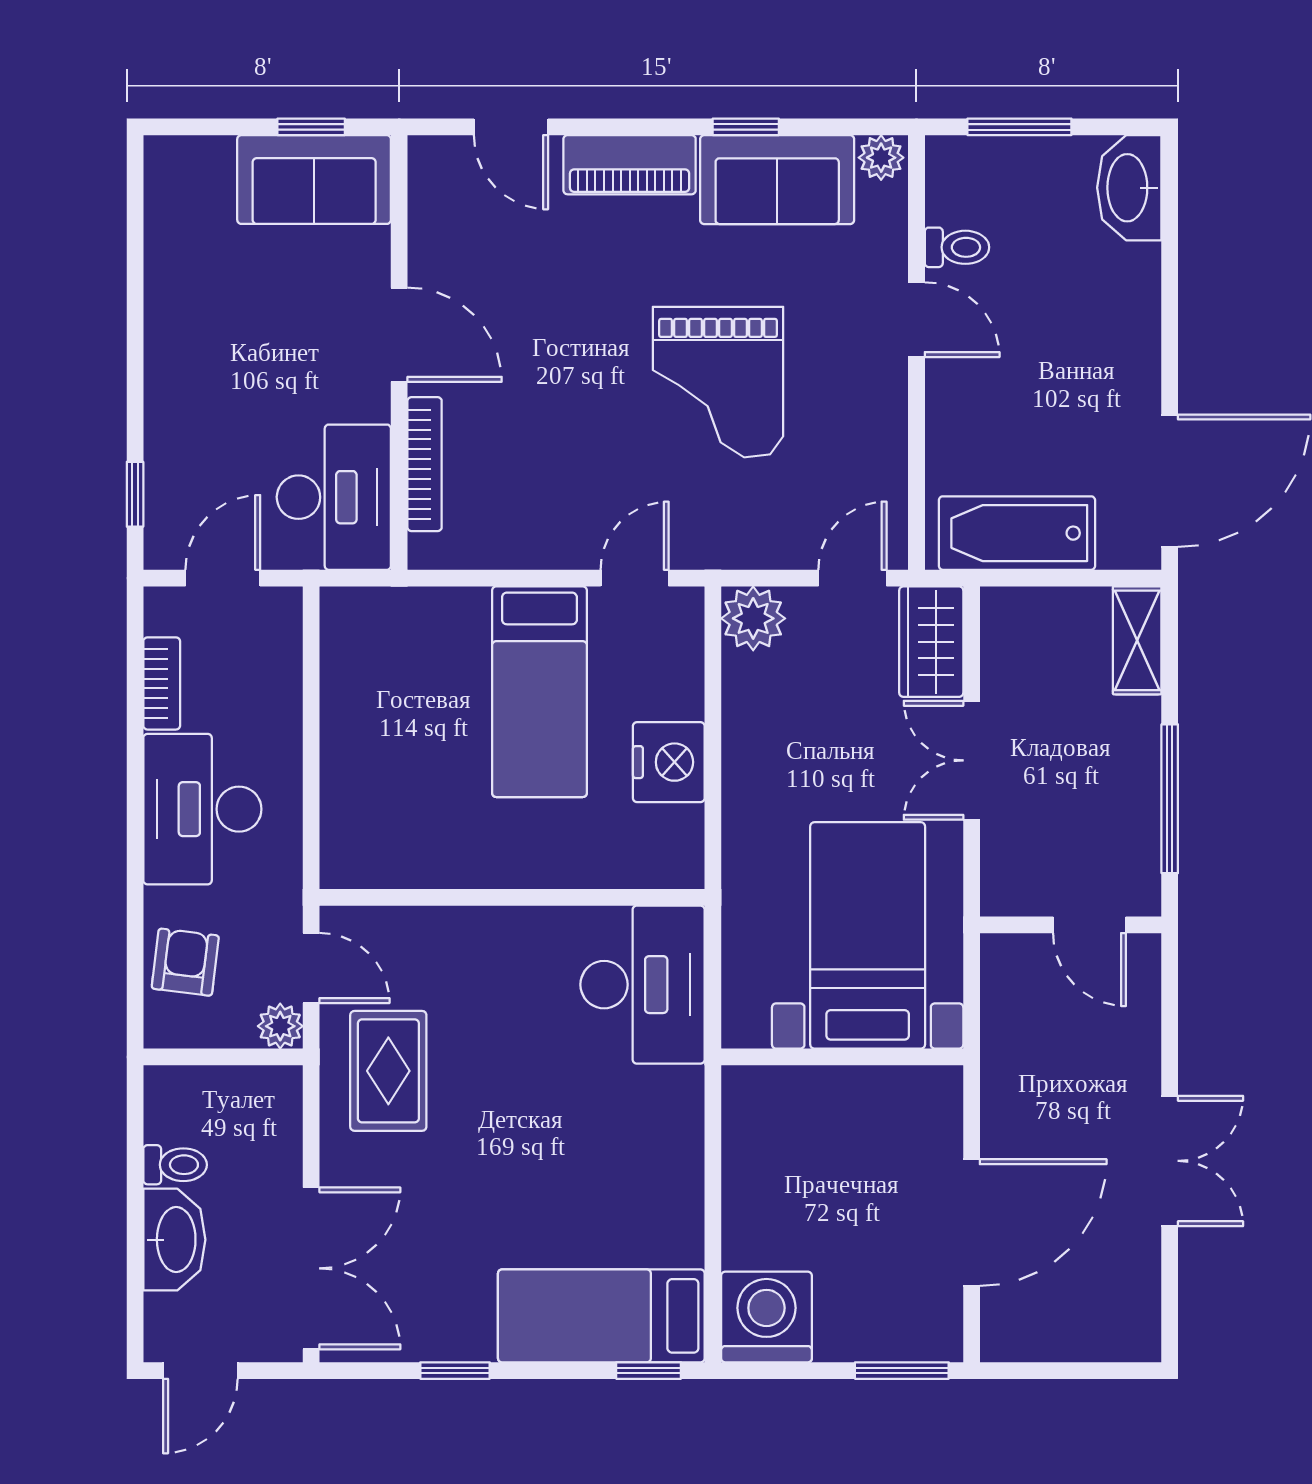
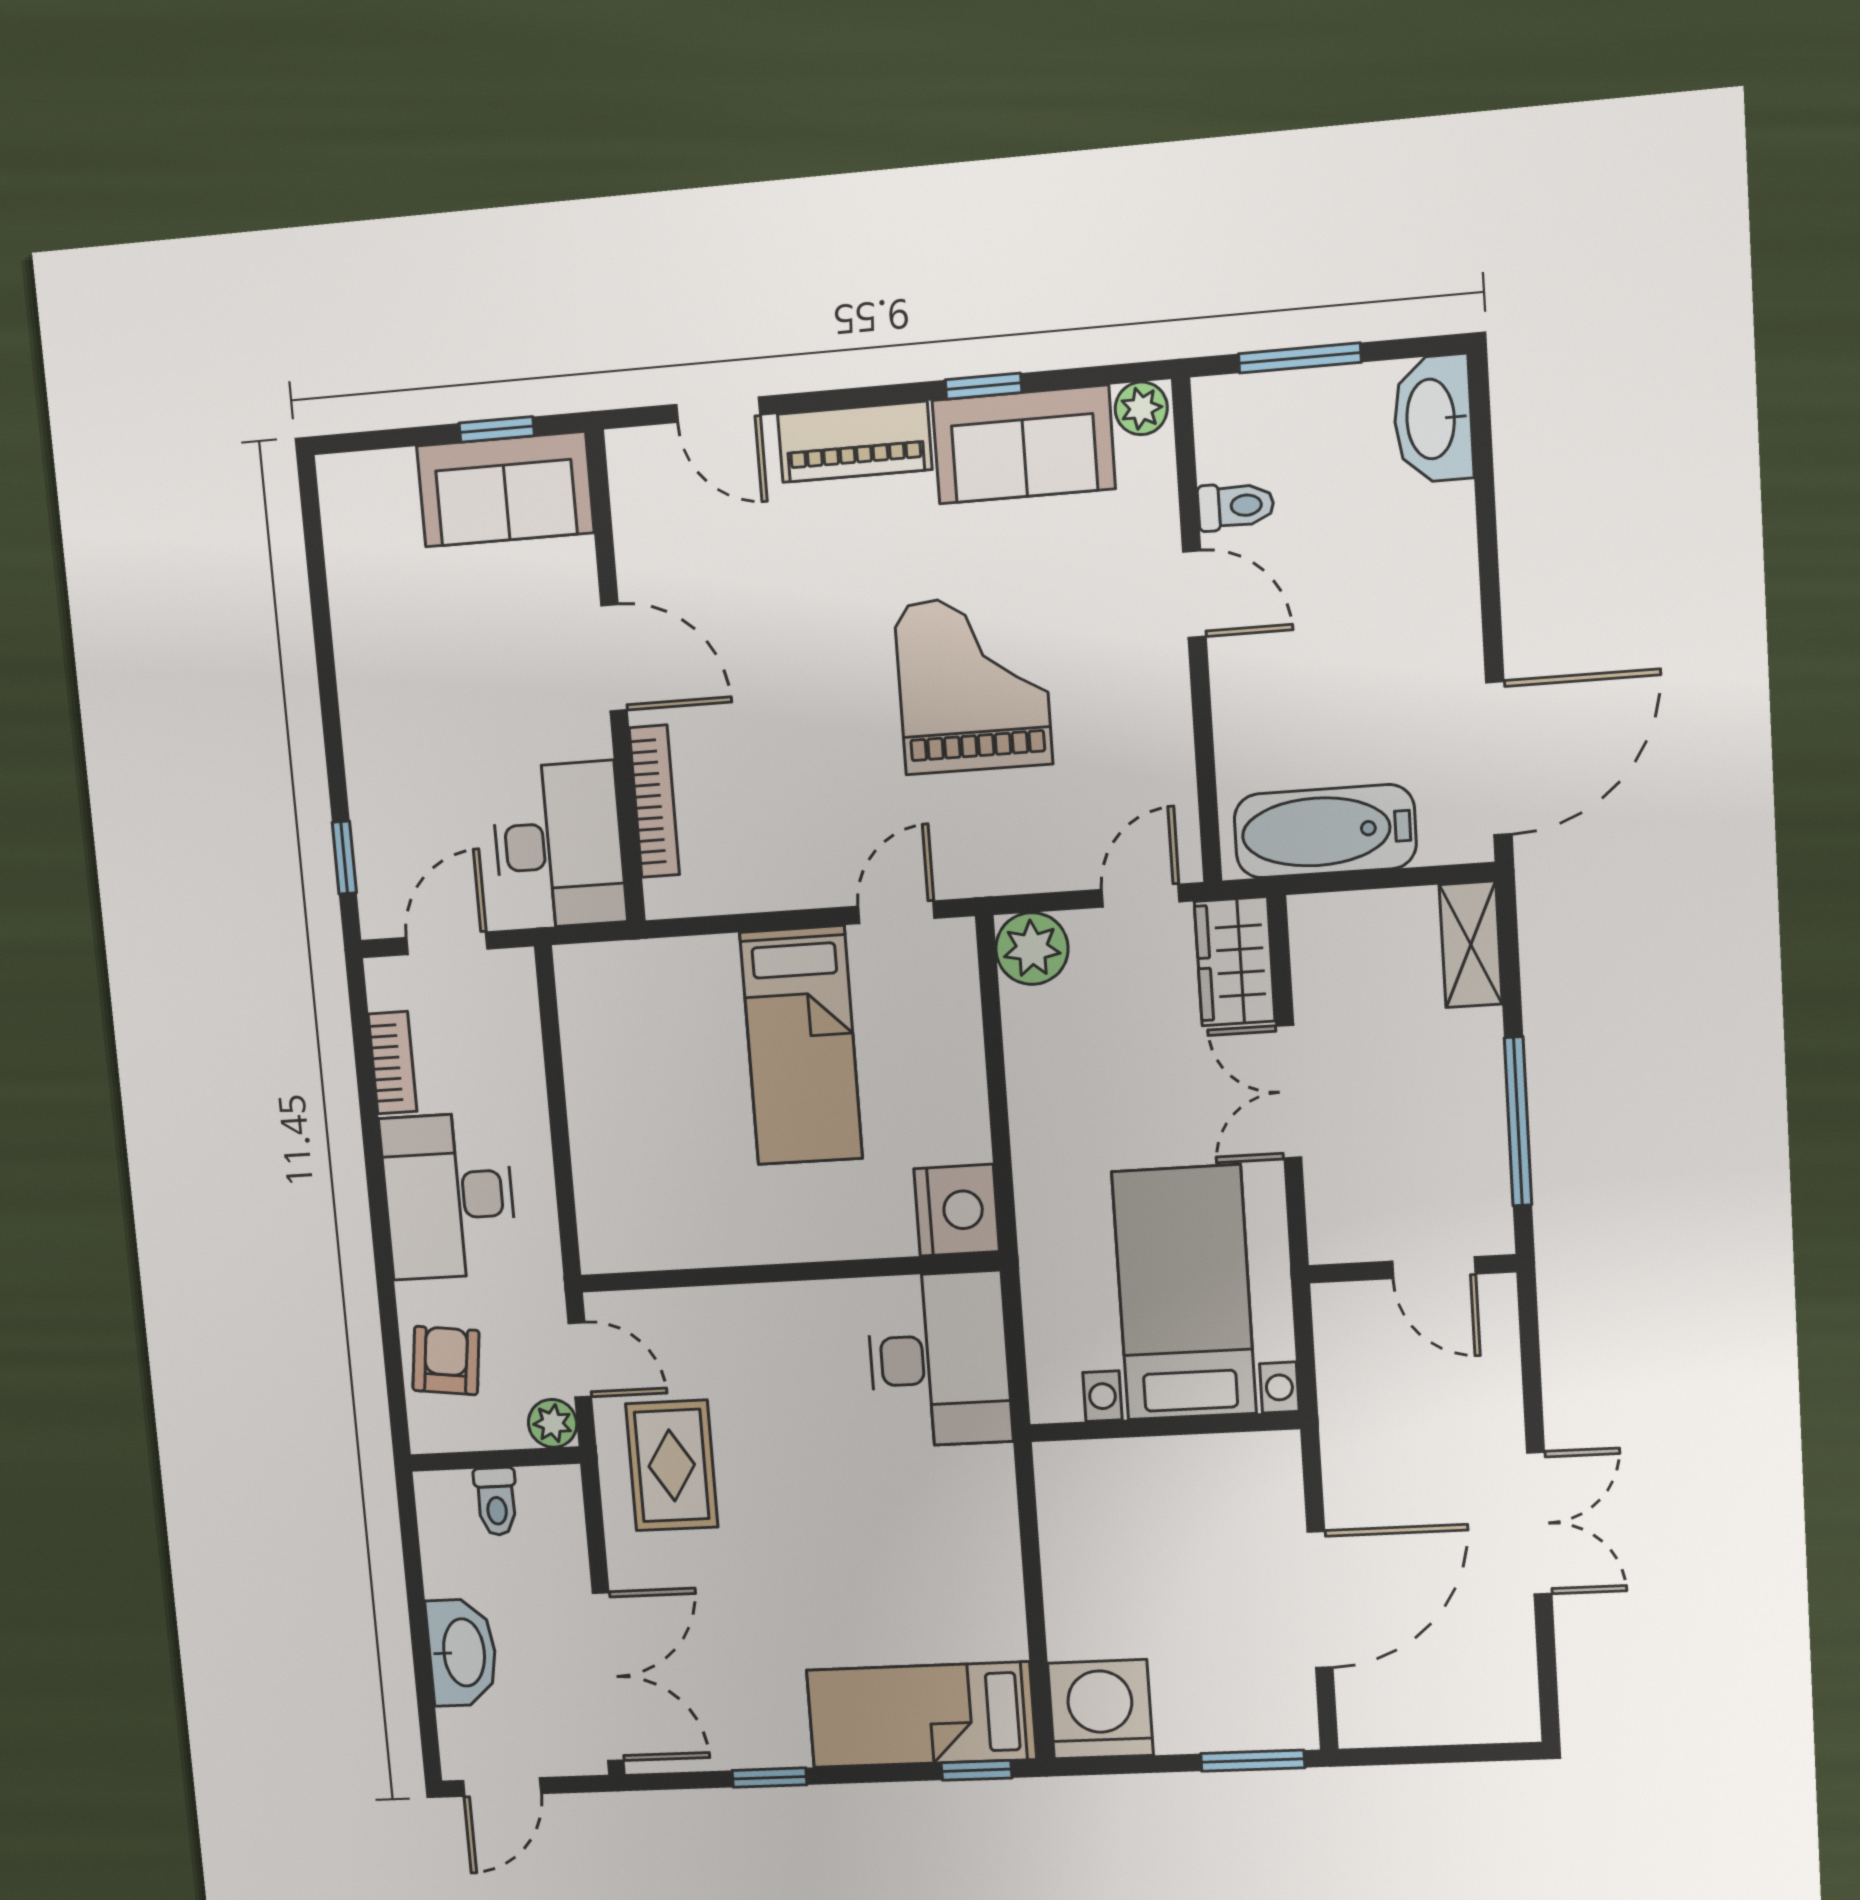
grand piano: (718, 382) -> (973, 684), turned 180
nightstand: (669, 762) -> (957, 1210), moved
toilet: (175, 1165) -> (496, 1501), moved, turned 90

